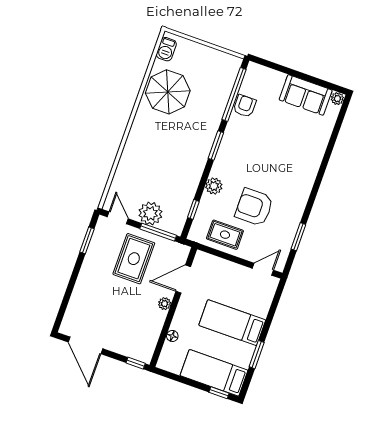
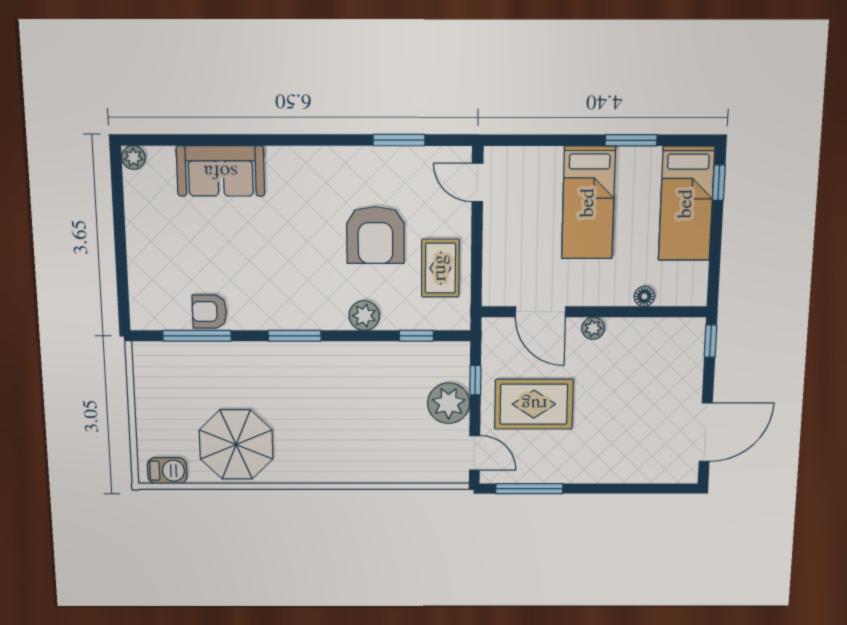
window: (234, 94) -> (197, 336), width x0.68
sofa: (306, 95) -> (221, 171), moved, turned 90
door: (118, 218) -> (475, 453), swing flipped
window: (158, 232) -> (475, 380), width x0.46
window: (87, 240) -> (529, 489), width x1.44

